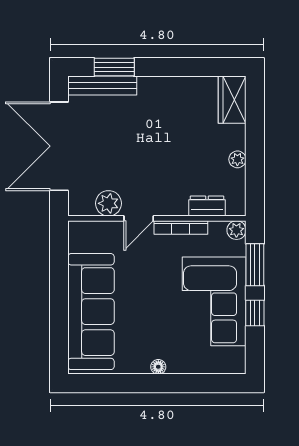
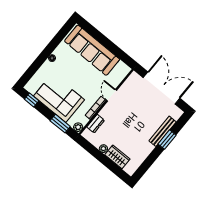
window: (114, 67) -> (167, 140), moved
bench: (102, 86) -> (163, 131), moved
wardrobe: (232, 100) -> (117, 157), moved
plant: (108, 203) -> (126, 89), removed
window: (255, 313) -> (32, 100), moved

